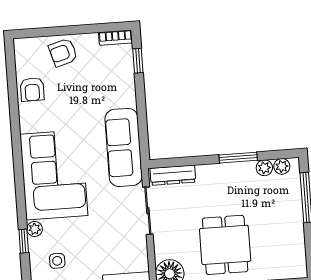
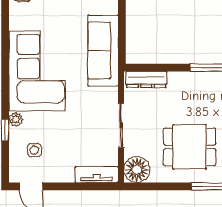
sliding door: (148, 211) -> (121, 125), moved
dining table: (225, 245) -> (190, 147), turned 90

